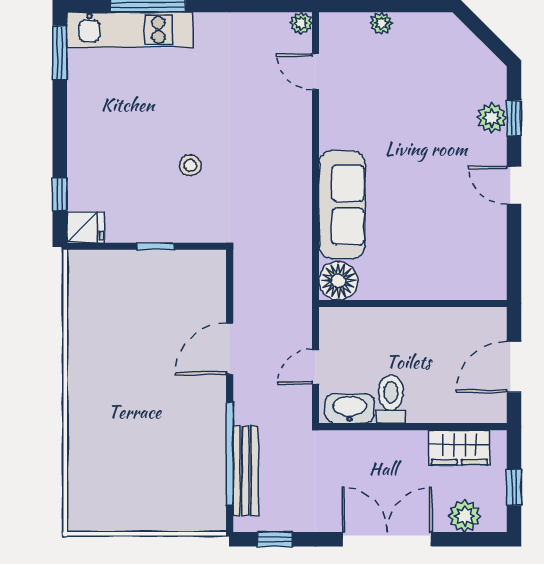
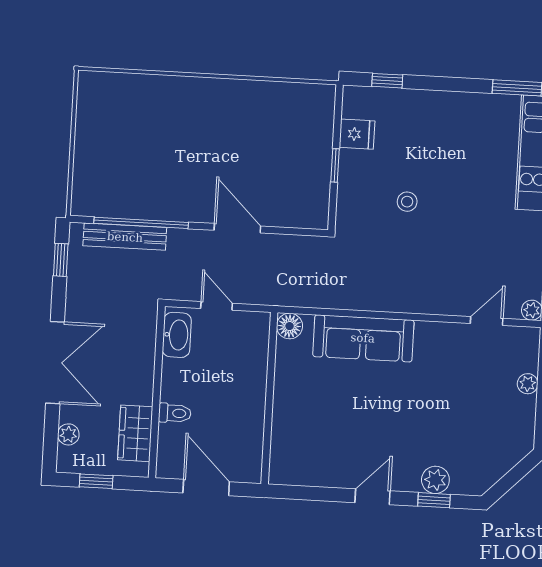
fridge: (86, 227) -> (357, 134), moved, turned -90
floor lamp: (338, 281) -> (290, 326), width x0.73, depth x0.73
toilet: (391, 399) -> (175, 413), moved, width x0.73, depth x0.72
plant: (465, 516) -> (68, 434), width x0.73, depth x0.73

